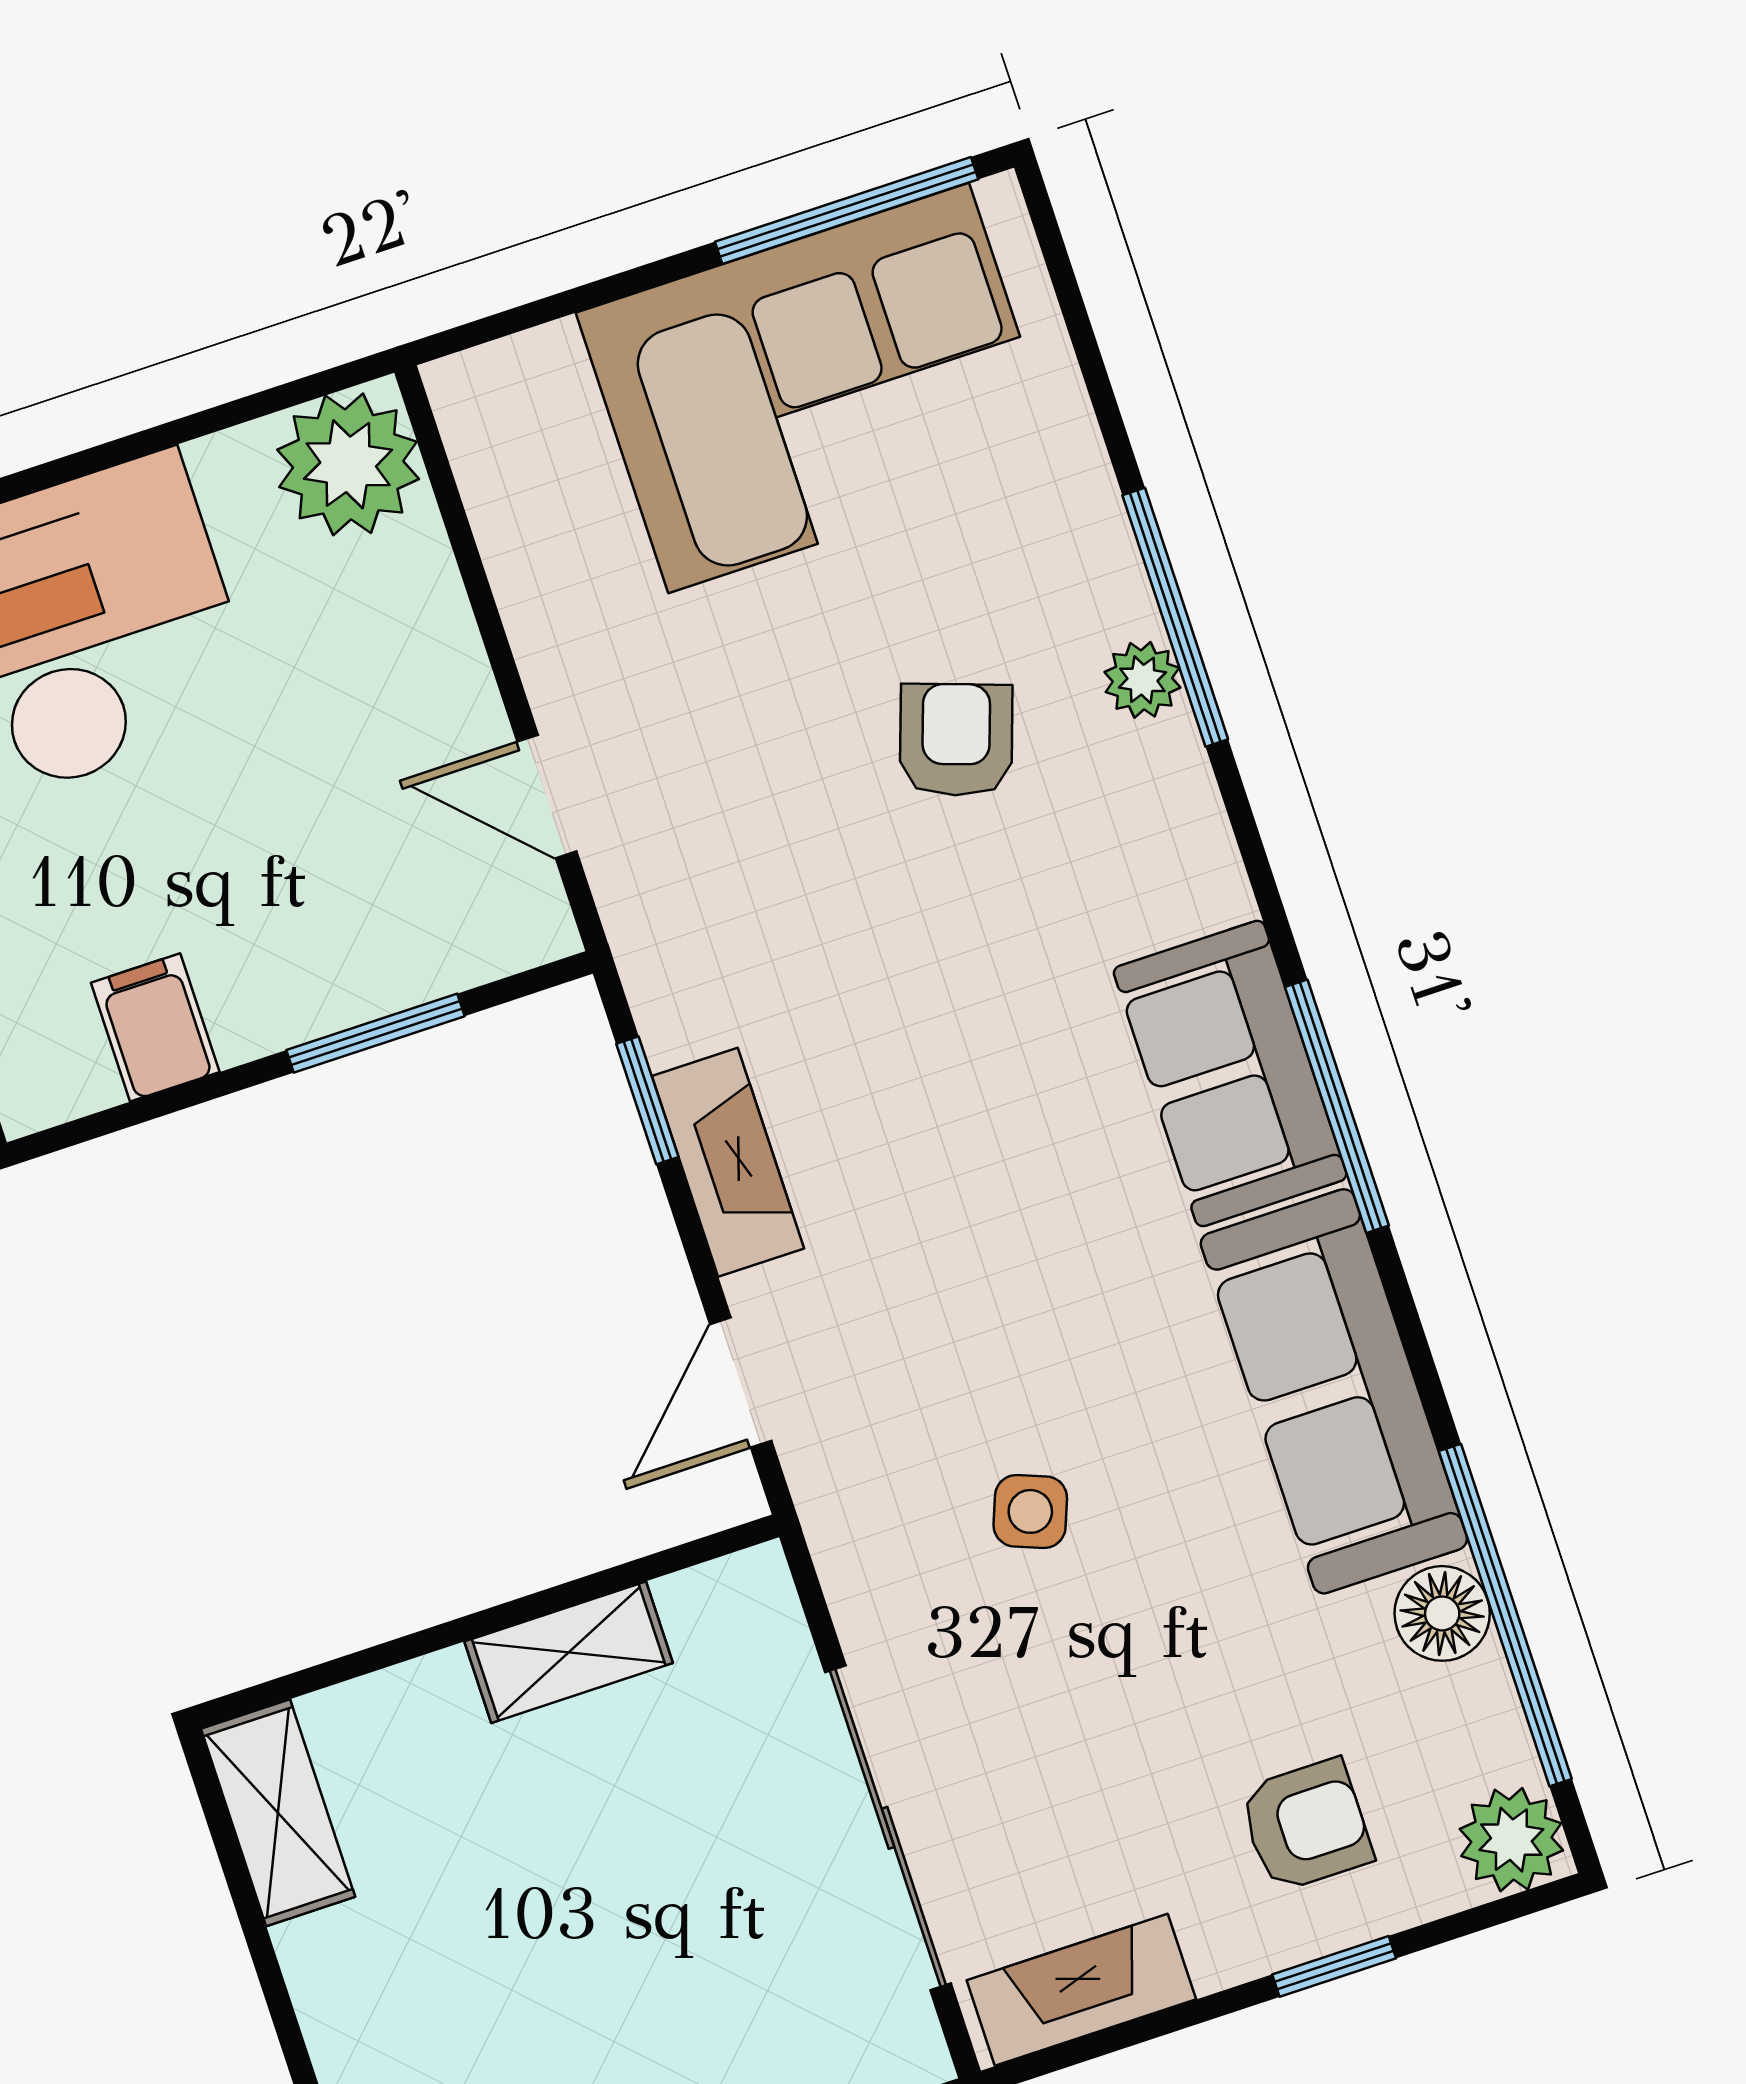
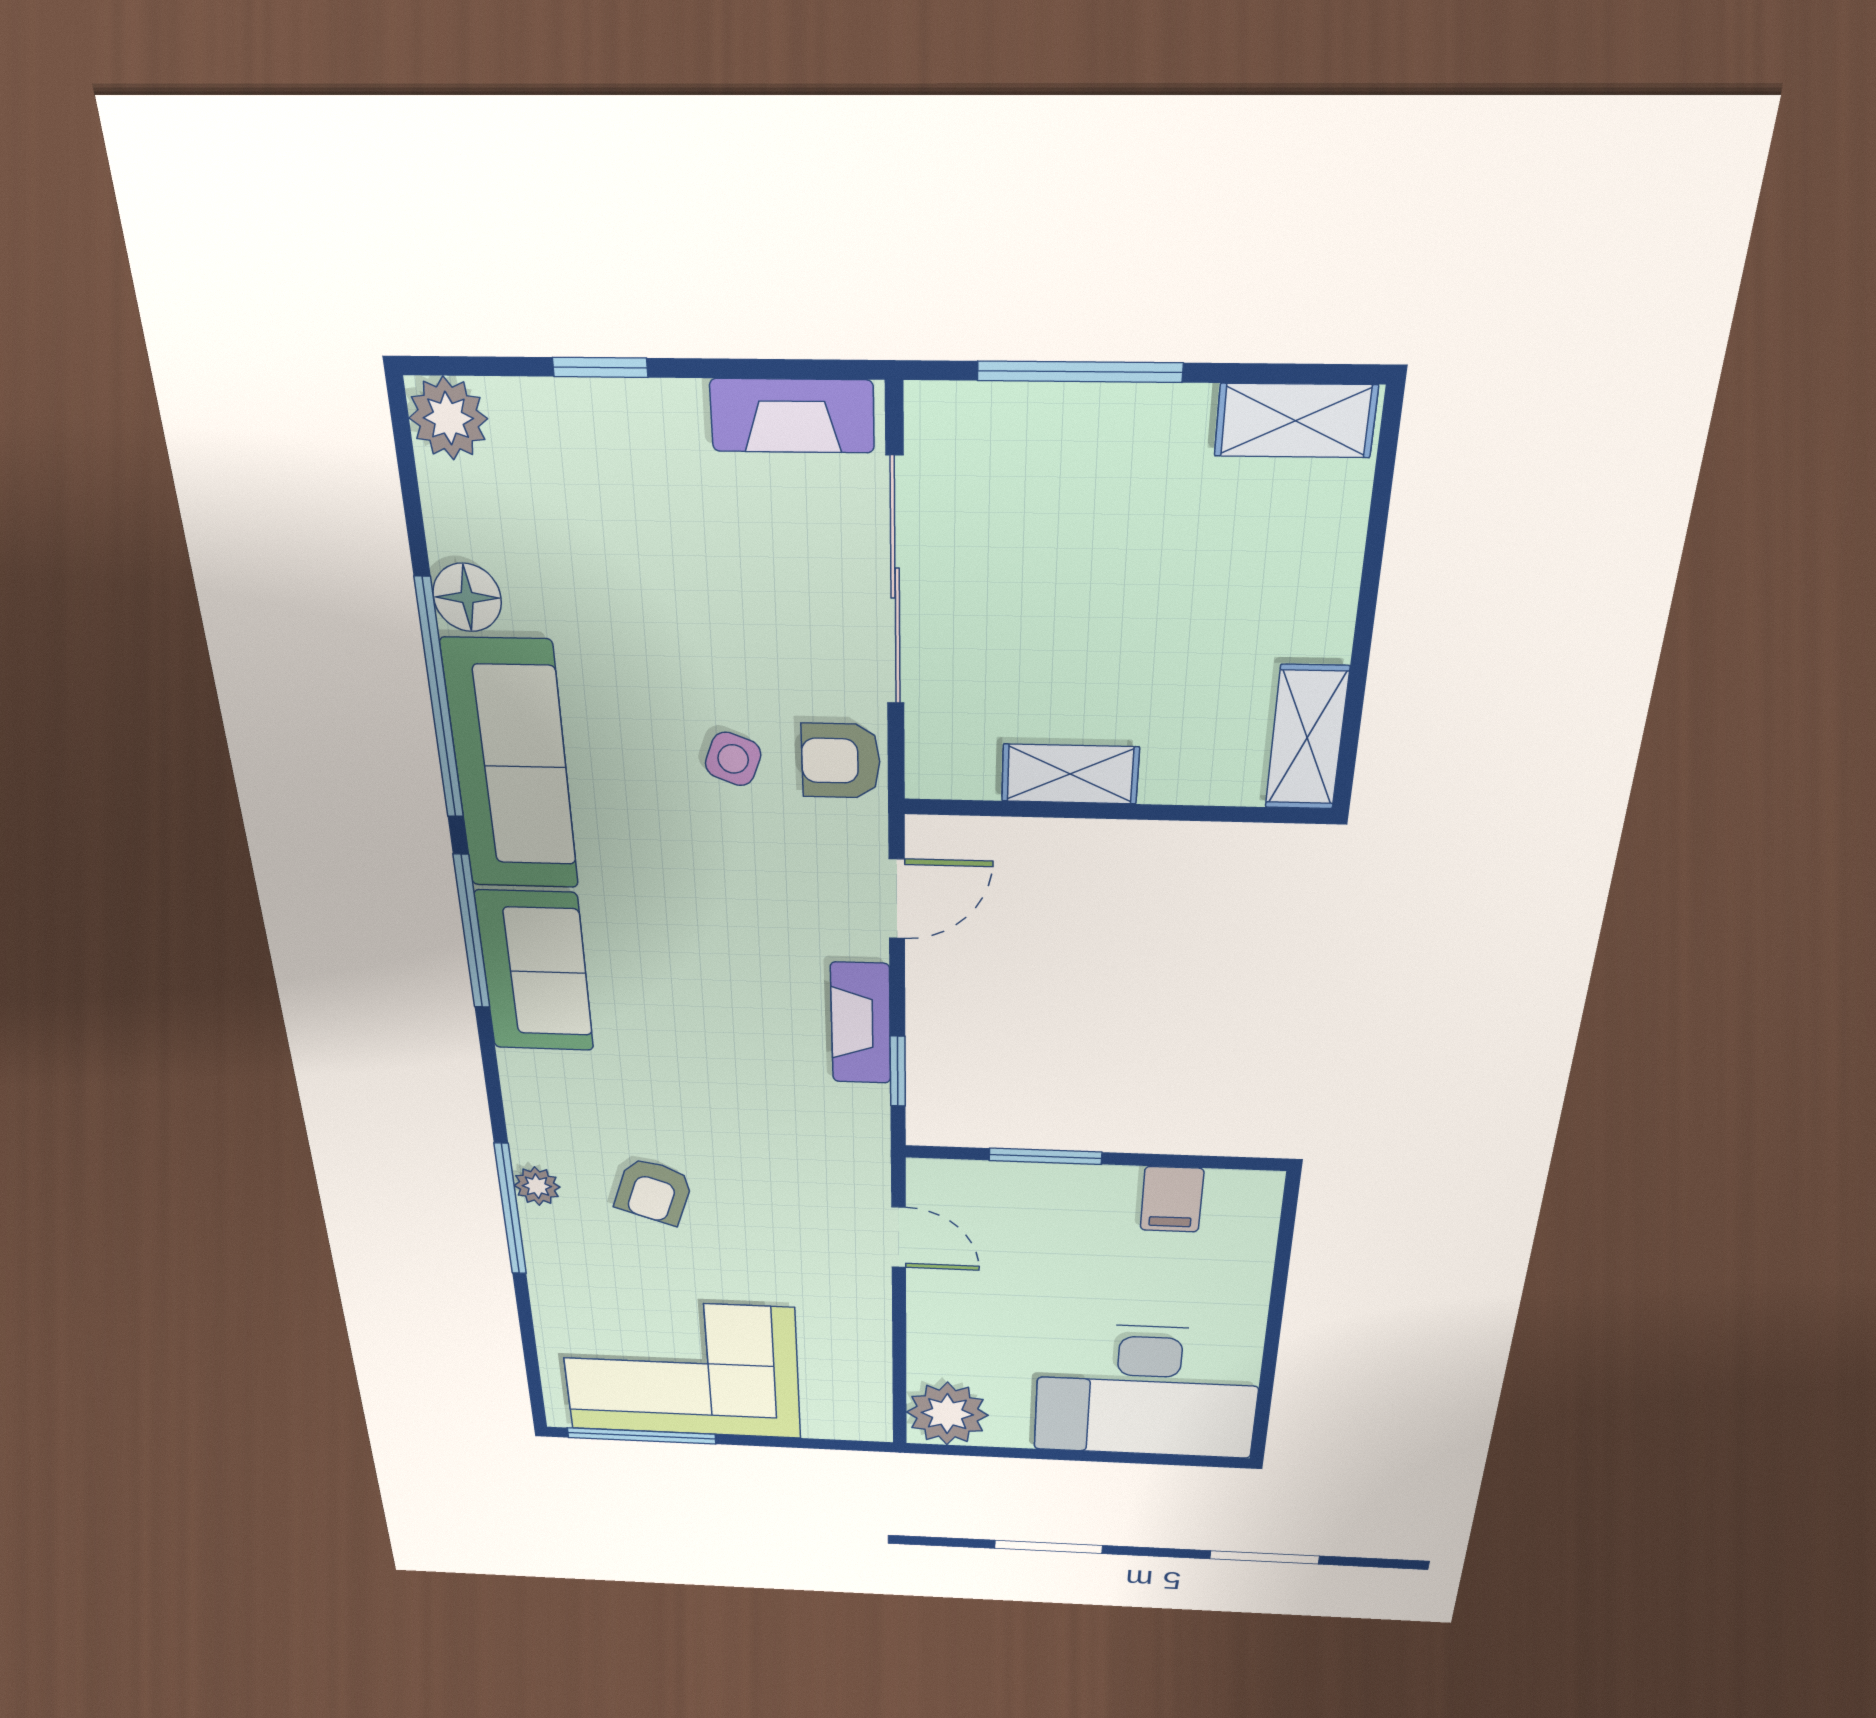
window: (1505, 1615) -> (439, 700), moved
armchair: (1306, 1825) -> (841, 761), moved

